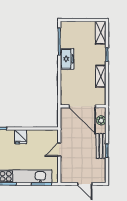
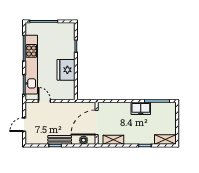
shelving: (101, 76) -> (113, 140), moved
fridge: (21, 137) -> (66, 70), width x1.88, depth x1.34
door: (59, 150) -> (44, 101), moved

